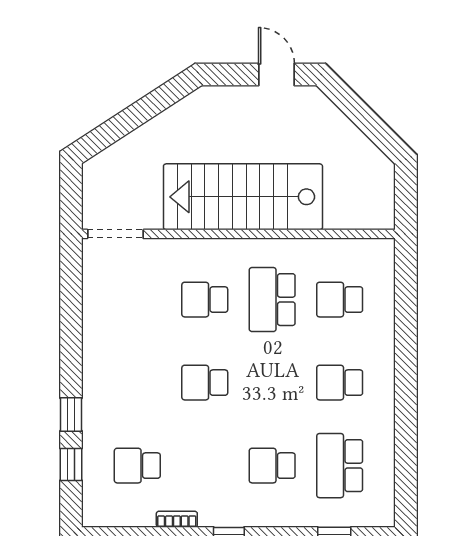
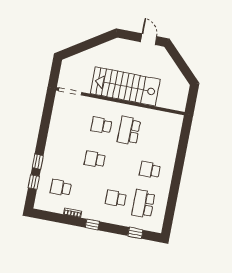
school desk: (340, 300) -> (157, 136), removed

